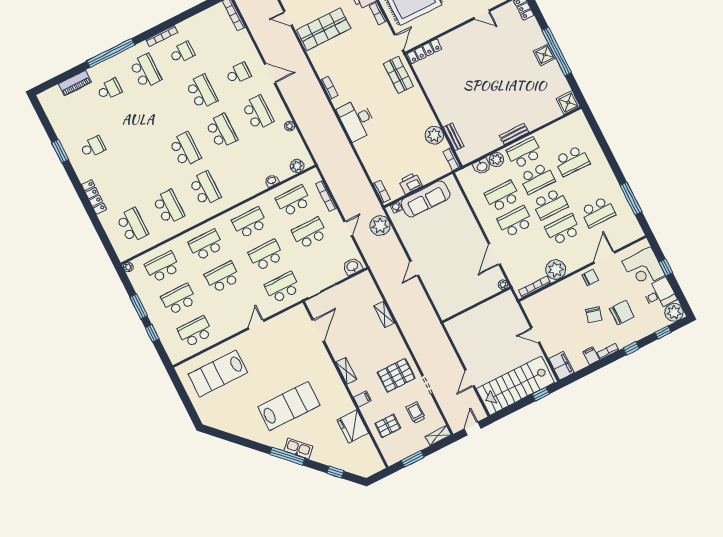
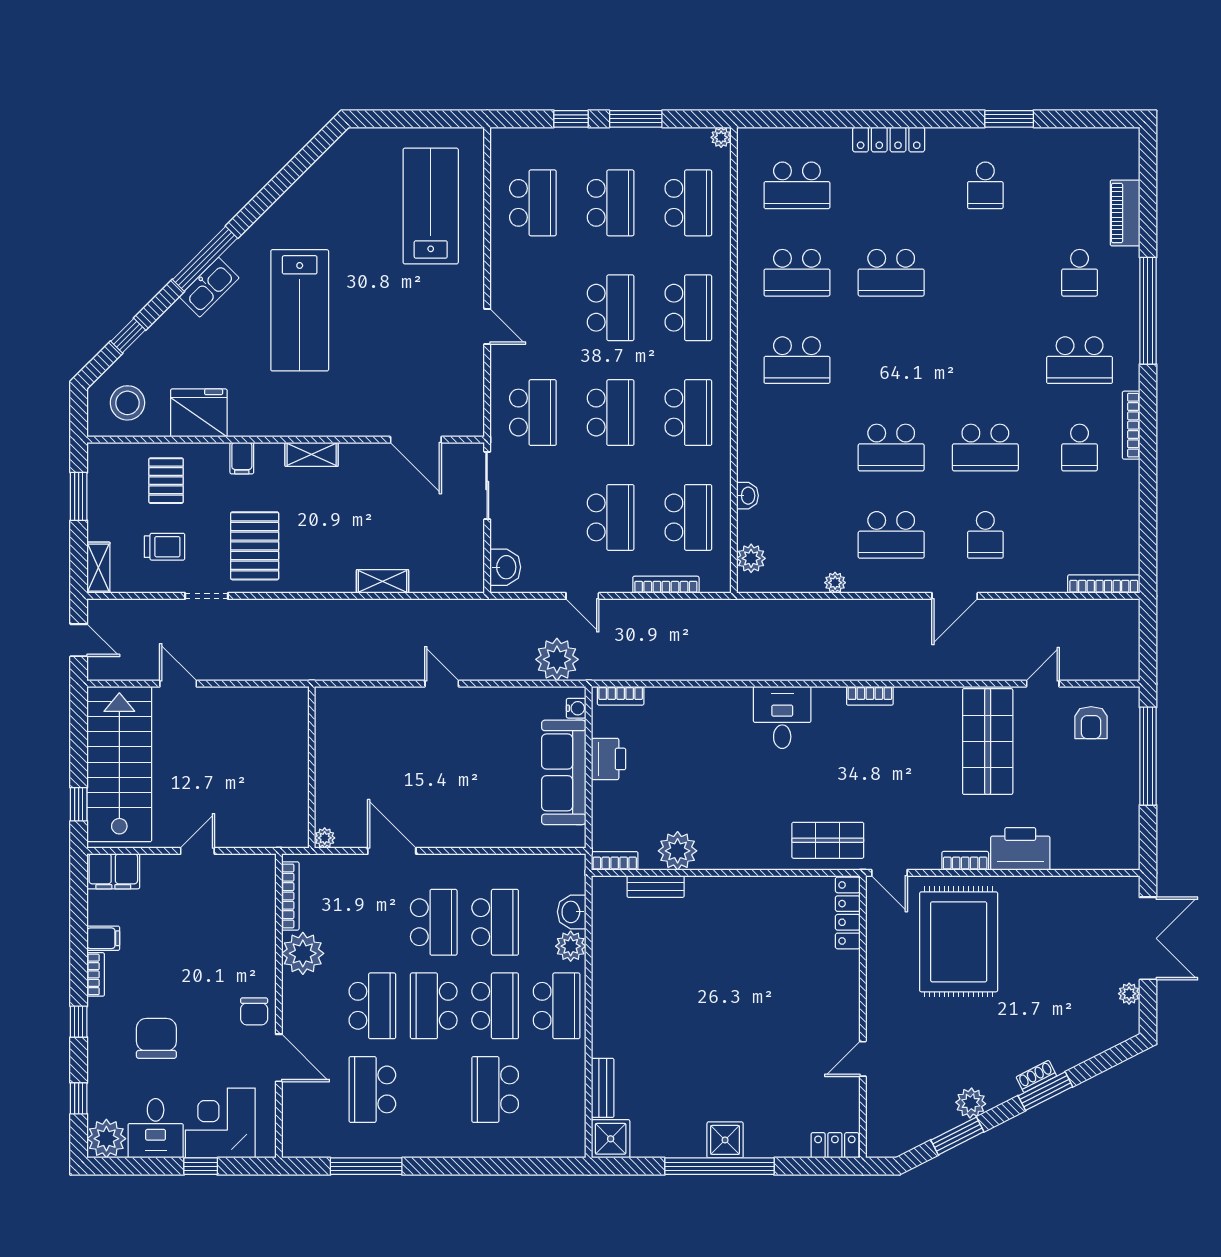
desk: (357, 120) -> (782, 717), width x0.73
bench: (514, 134) -> (603, 1088), moved
school desk: (185, 149) -> (891, 273), moved
school desk: (537, 178) -> (495, 1006), turned 180
chair: (622, 313) -> (156, 1038), turned 180
chair: (594, 315) -> (179, 983), removed
stool: (364, 458) -> (127, 403), added

